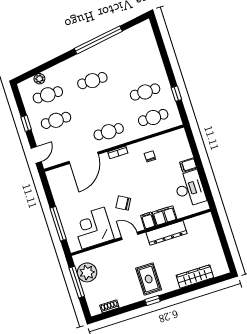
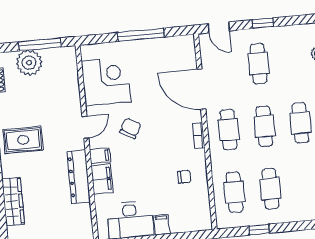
cafe table: (48, 95) -> (264, 126), moved
window: (58, 224) -> (141, 35), moved
plant: (87, 272) -> (29, 63), moved

